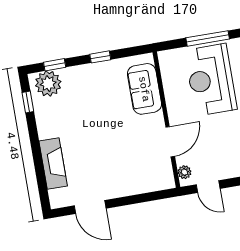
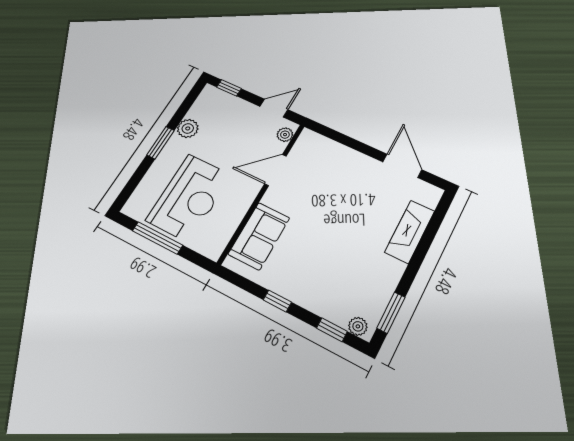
plant: (48, 84) -> (358, 326), width x0.53, depth x0.53
window: (28, 102) -> (391, 313), width x1.50
door: (208, 187) -> (274, 108), hinge flipped

